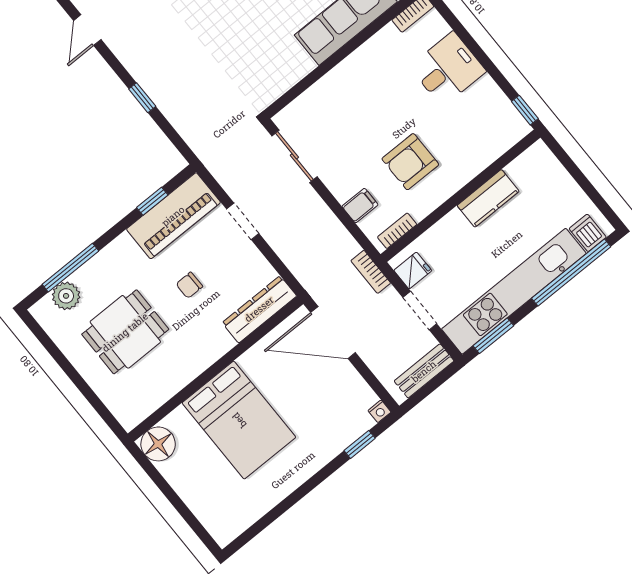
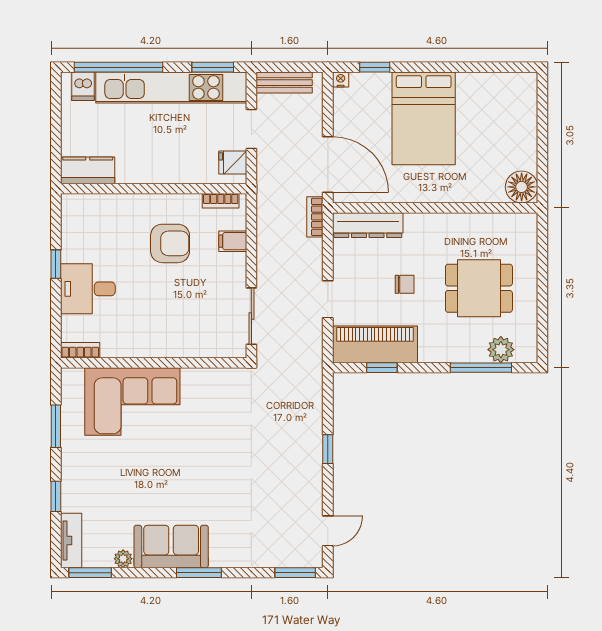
window: (525, 110) -> (56, 264), moved
kitchen counter: (488, 198) -> (88, 170), moved
bookcase: (371, 272) -> (315, 217), moved, turned 180
bed: (239, 420) -> (424, 118), moved, turned 180

